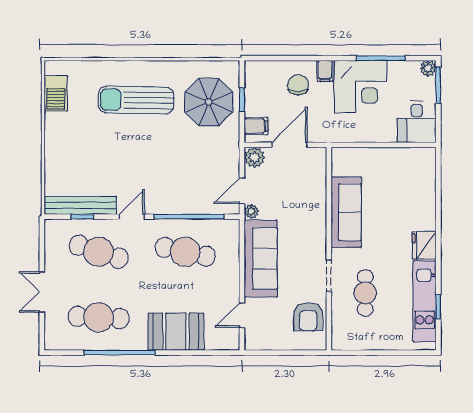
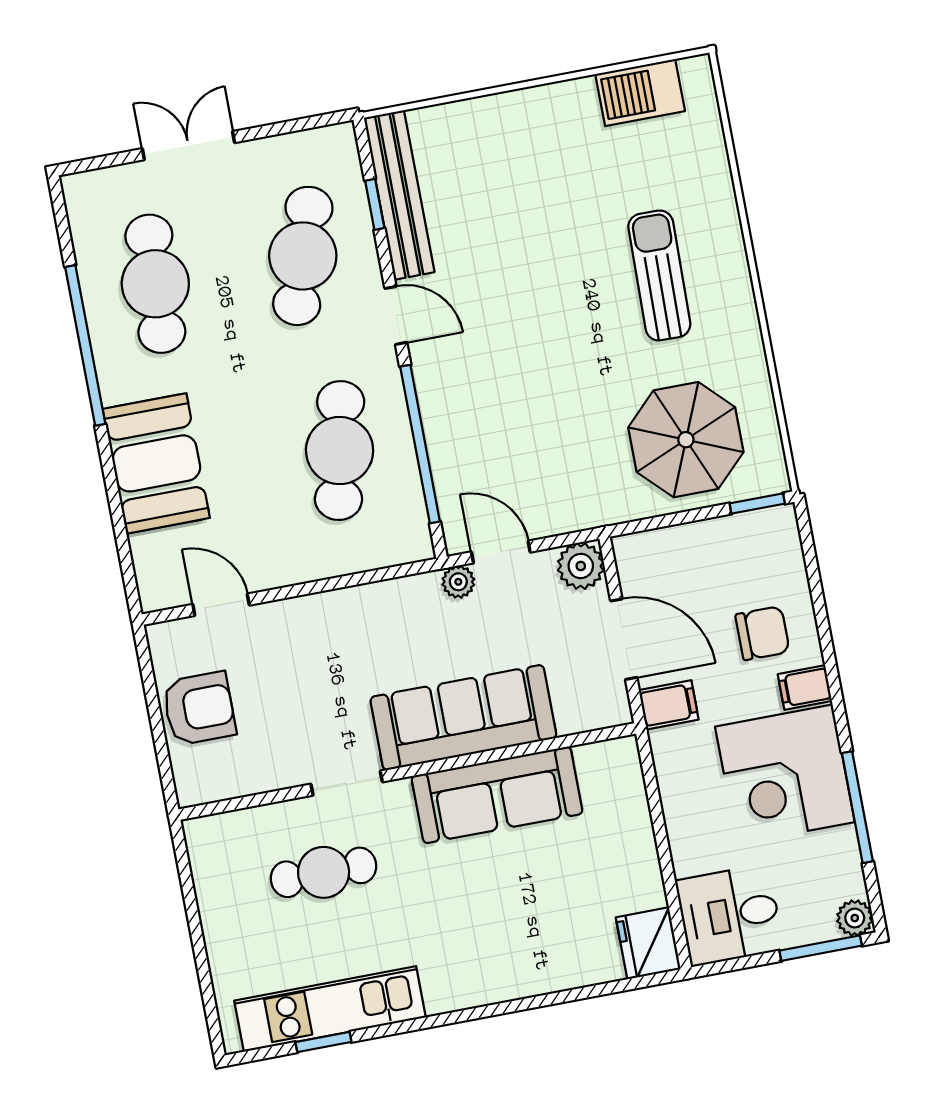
sun lounger: (136, 100) -> (659, 275), width x0.73, depth x0.75
window: (242, 100) -> (757, 504), moved
filing cabinet: (256, 126) -> (669, 705), moved, turned -90
fridge: (424, 245) -> (648, 943), moved, turned -90
sofa: (261, 259) -> (463, 718), moved, turned 180
armchair: (308, 317) -> (199, 709), moved, turned 180

